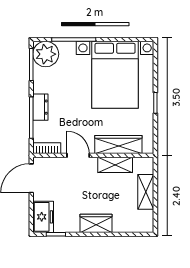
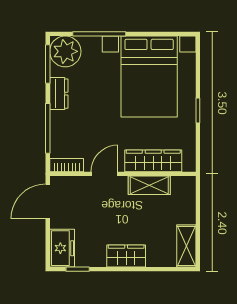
dresser: (40, 107) -> (59, 94), moved
door: (78, 155) -> (104, 174), hinge flipped
shelving: (146, 192) -> (186, 246), moved

